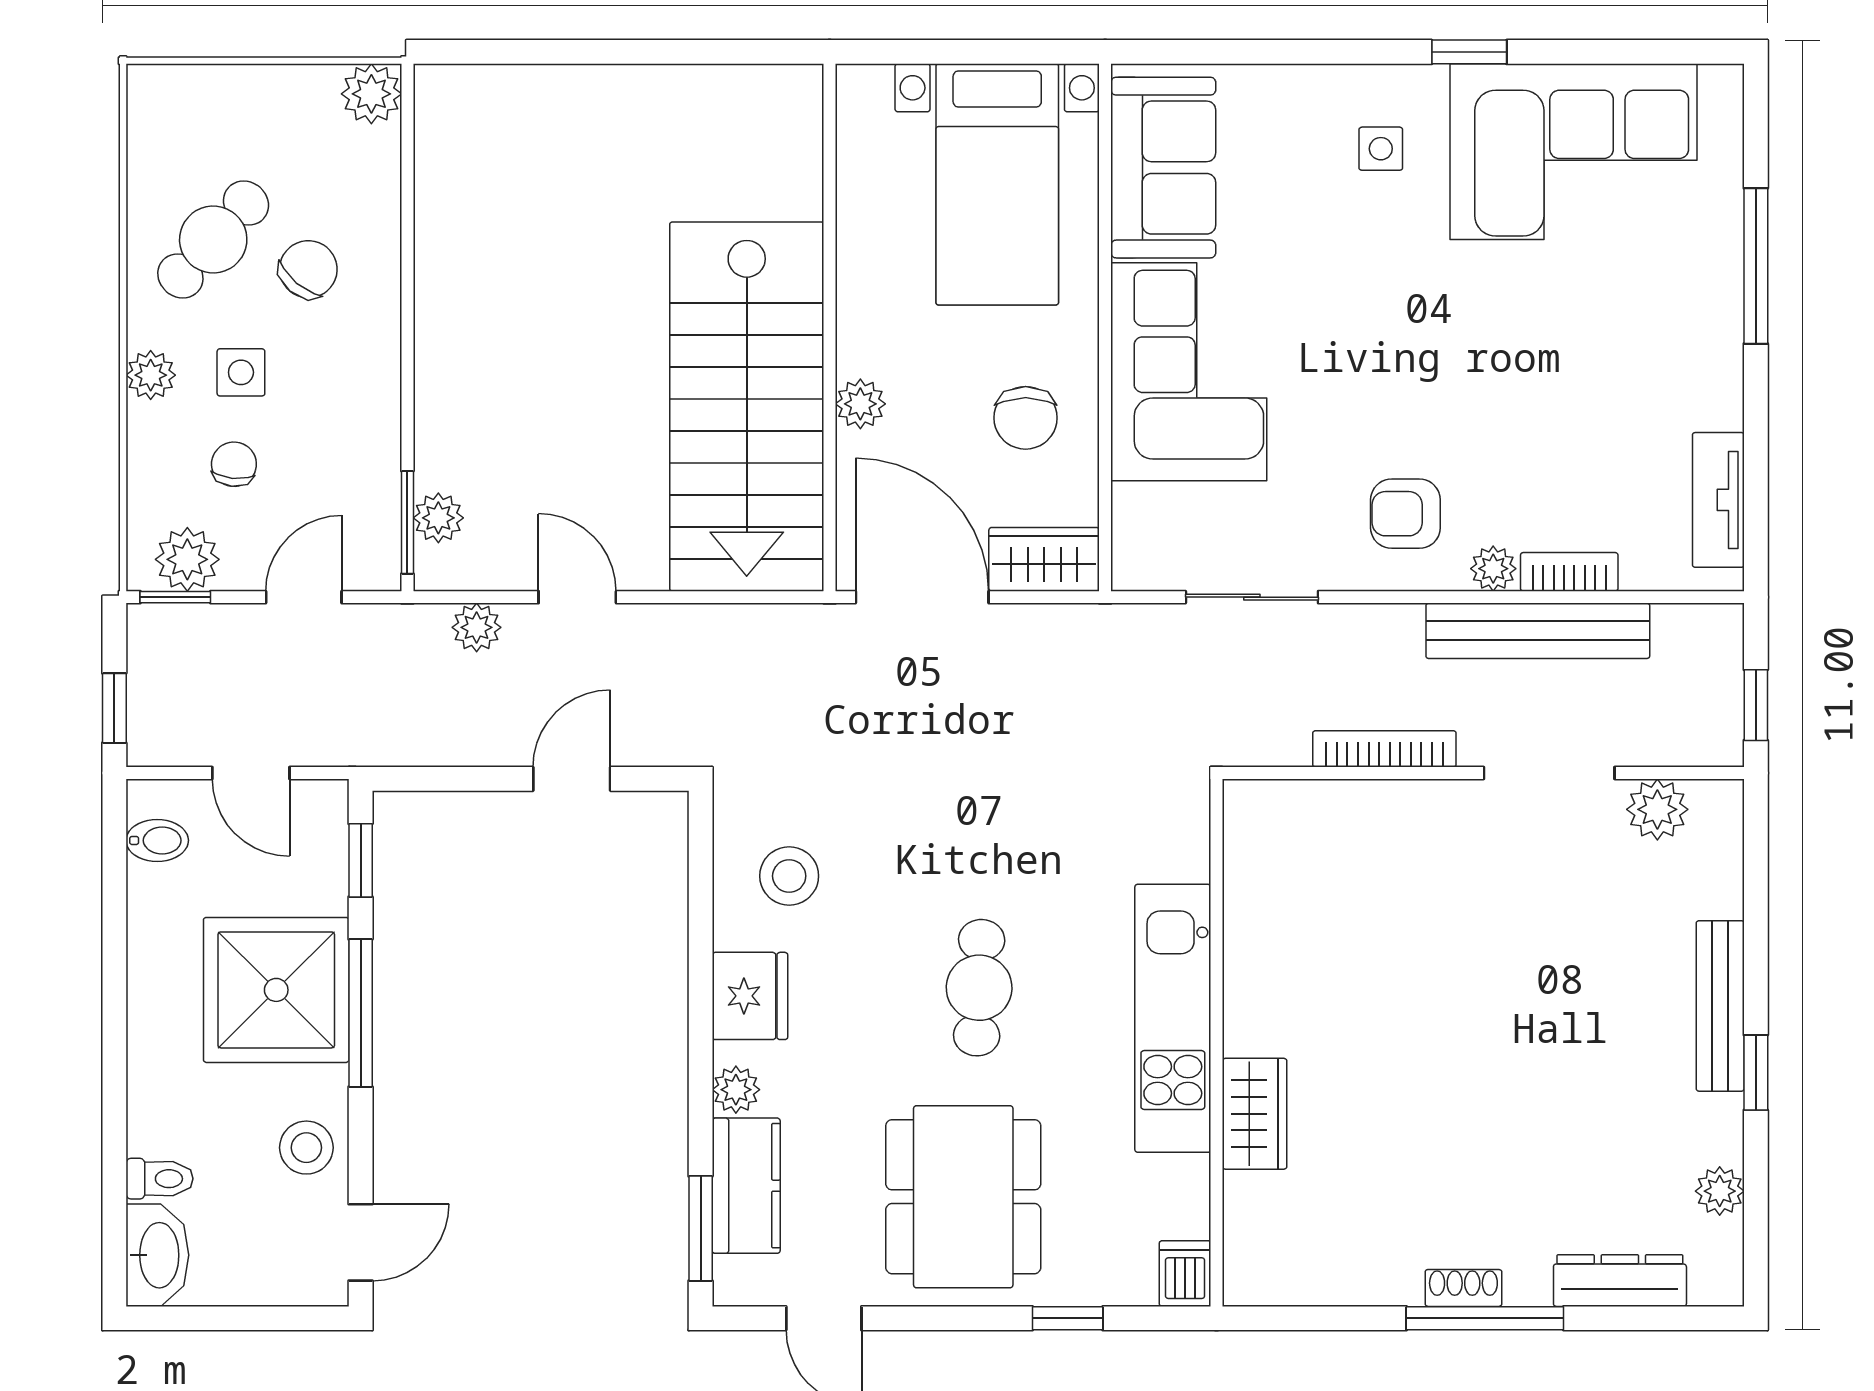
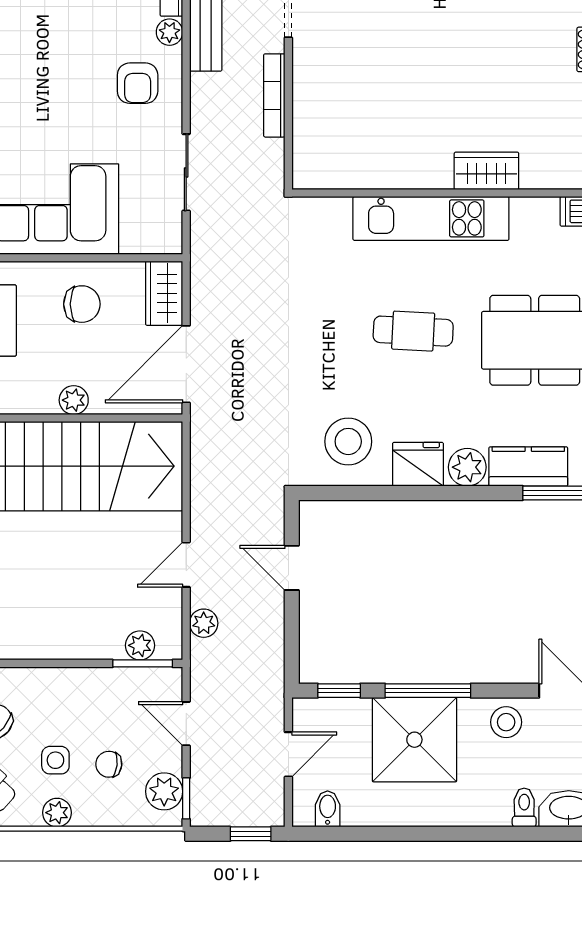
stool: (789, 876) -> (348, 441), width x1.38, depth x1.38
plant: (736, 1090) -> (467, 467), width x1.38, depth x1.38

